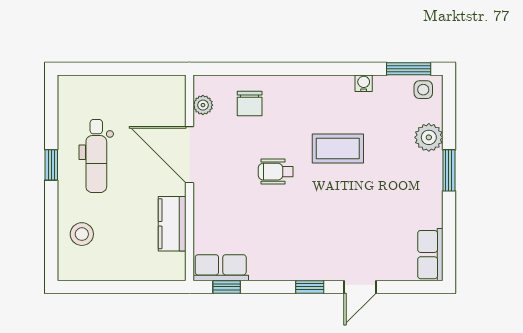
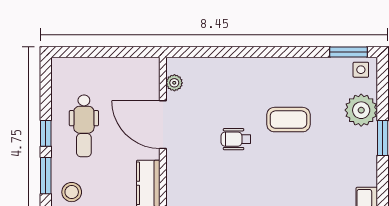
water cooler: (364, 83) -> (310, 64), removed
chair: (250, 103) -> (214, 81), removed
plant: (429, 137) -> (361, 110), width x1.36, depth x1.36
window: (51, 215) -> (46, 176), added

